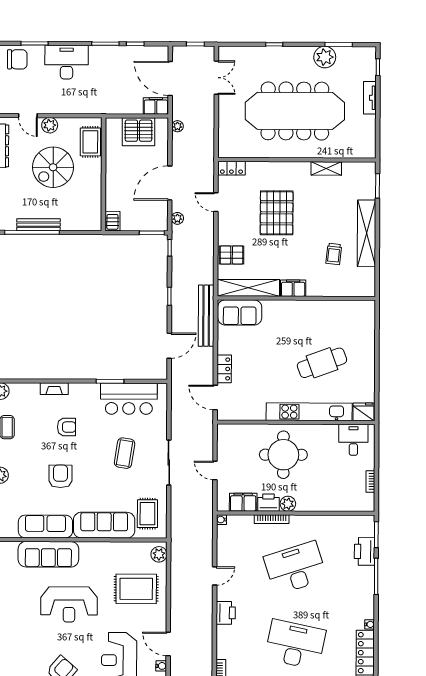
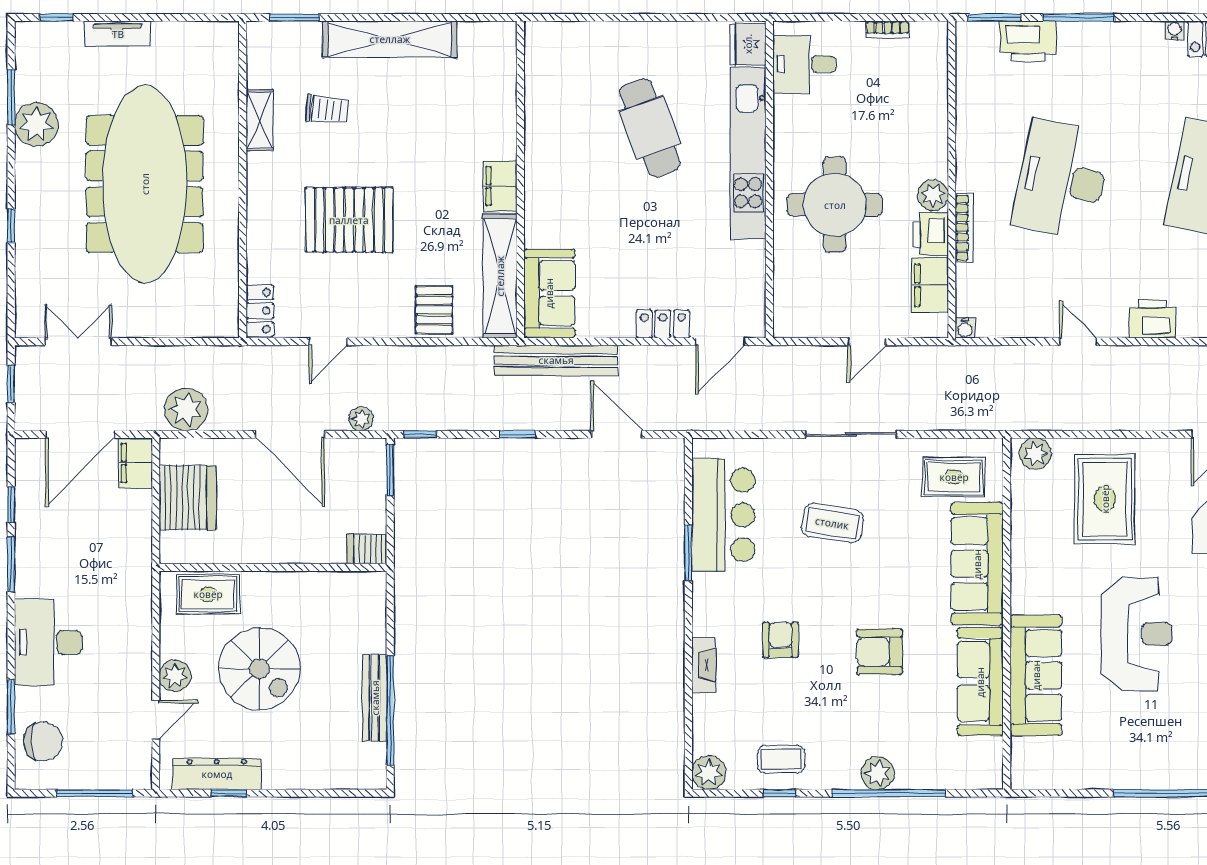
chair: (17, 59) -> (43, 741), turned 90
plant: (177, 126) -> (186, 409), width x1.88, depth x1.88
trolley: (334, 254) -> (327, 110), moved
desk: (295, 568) -> (1062, 180), turned 30

